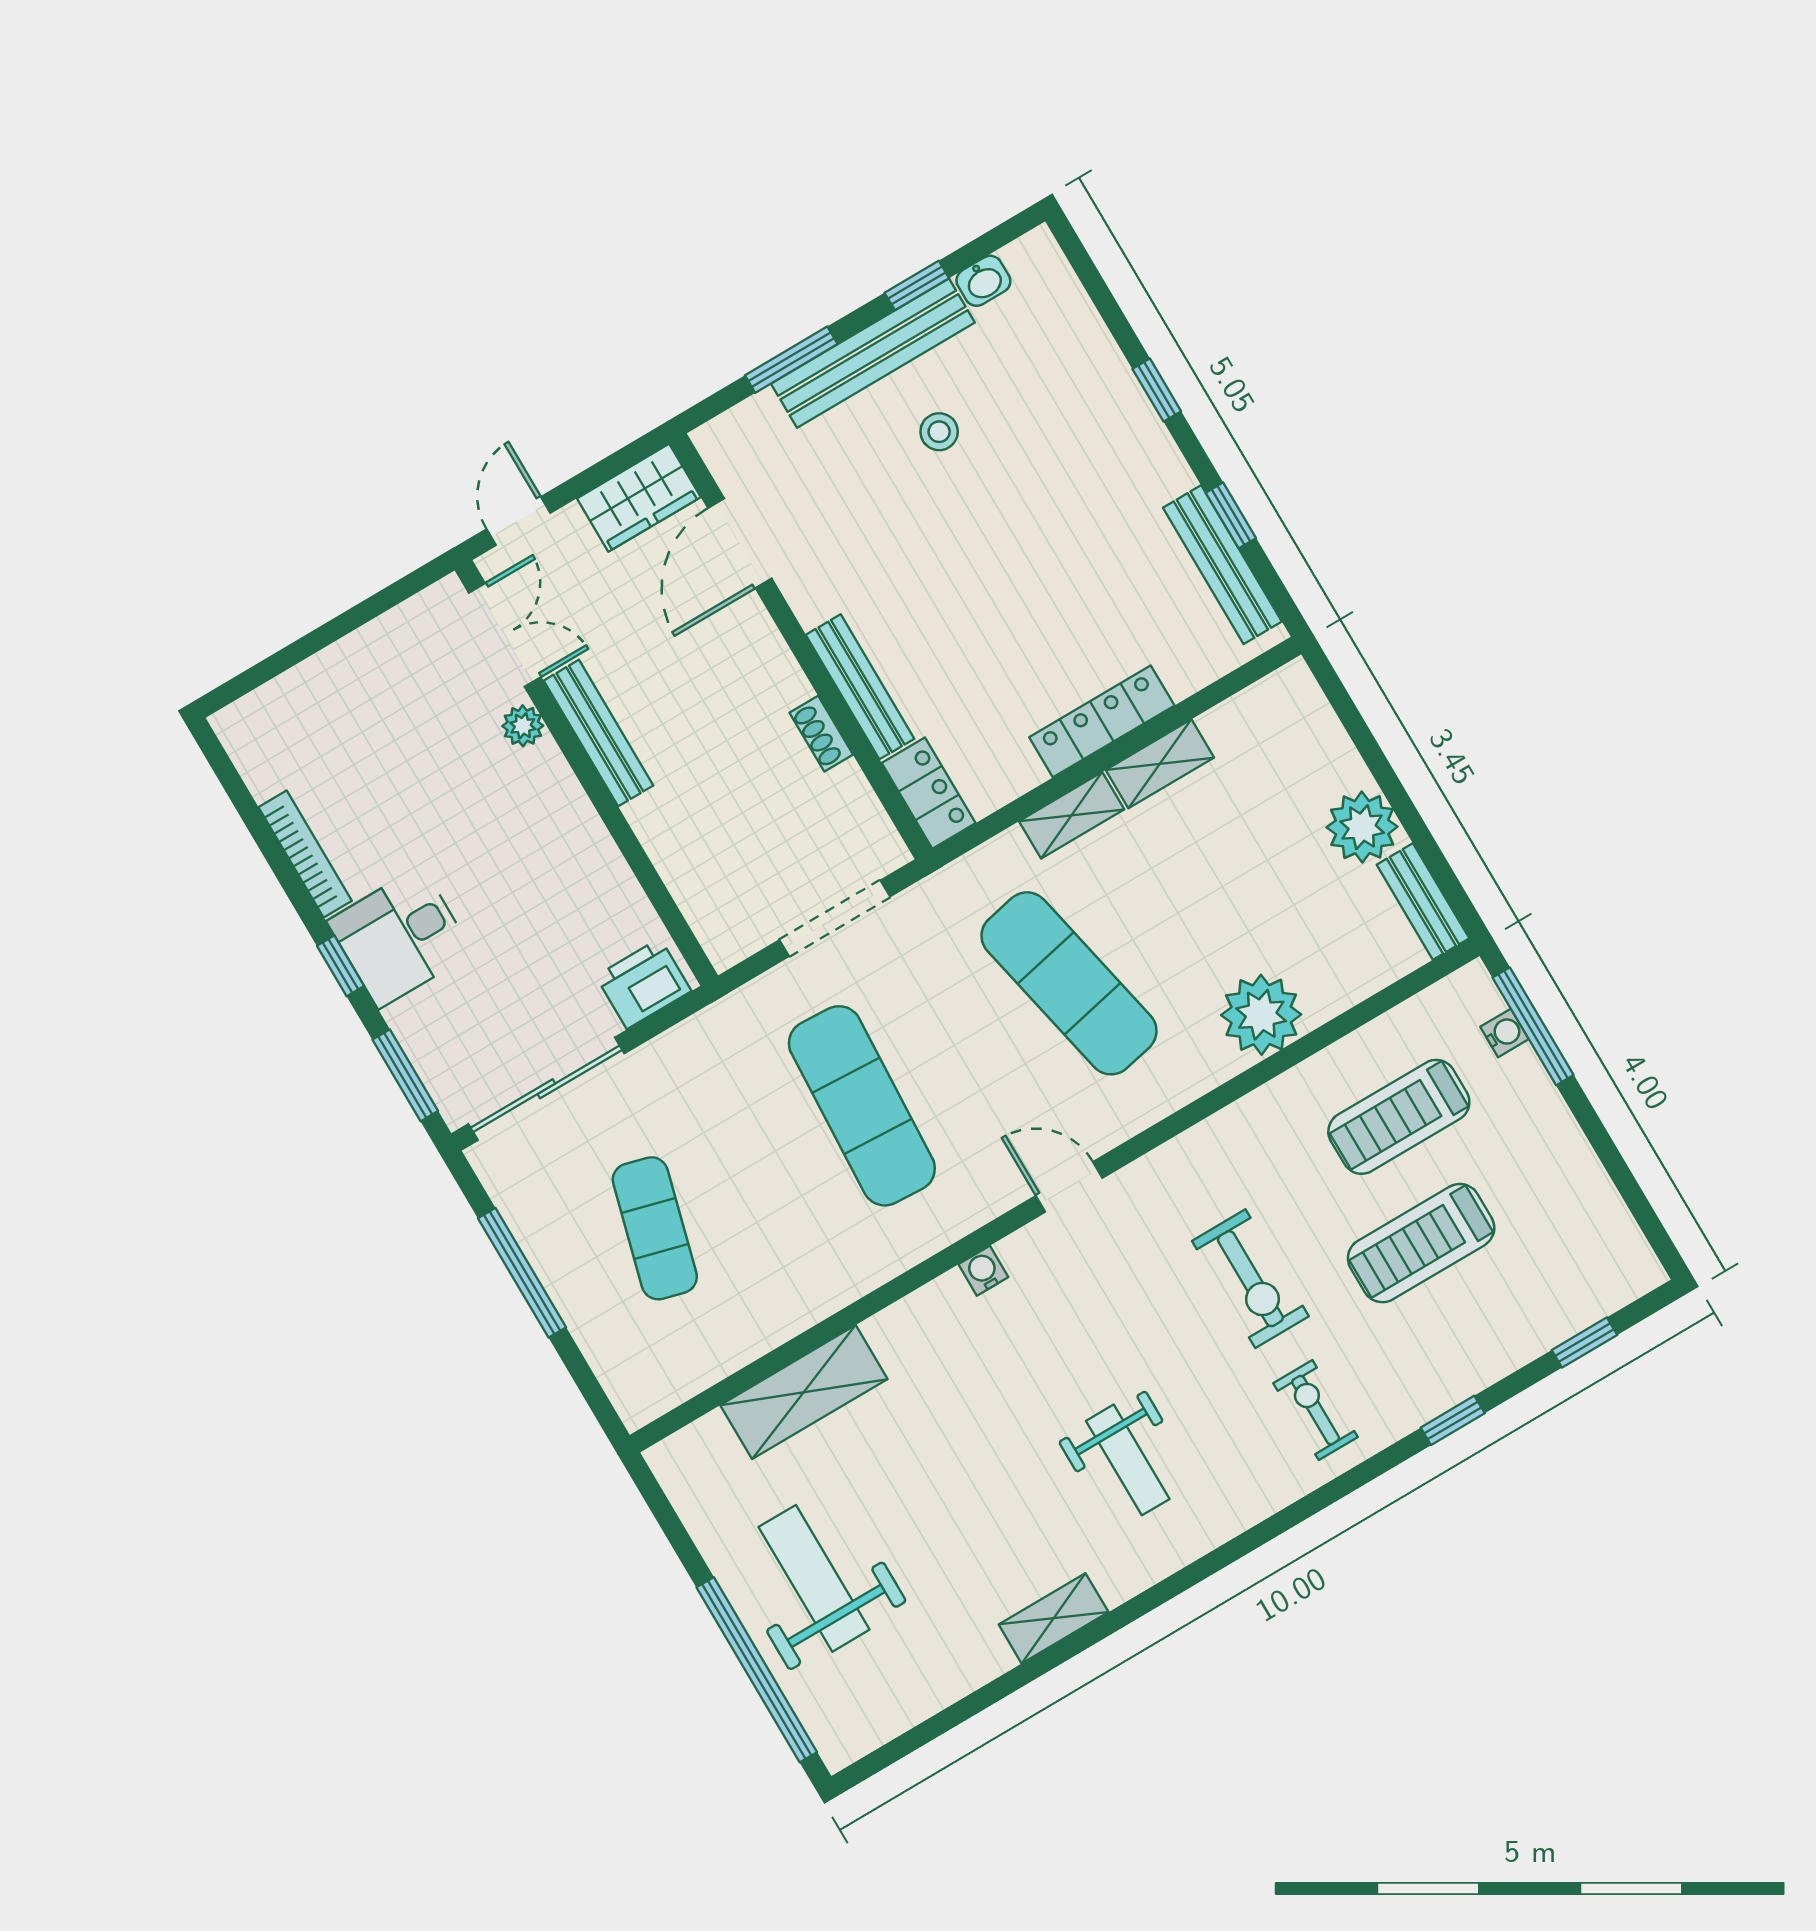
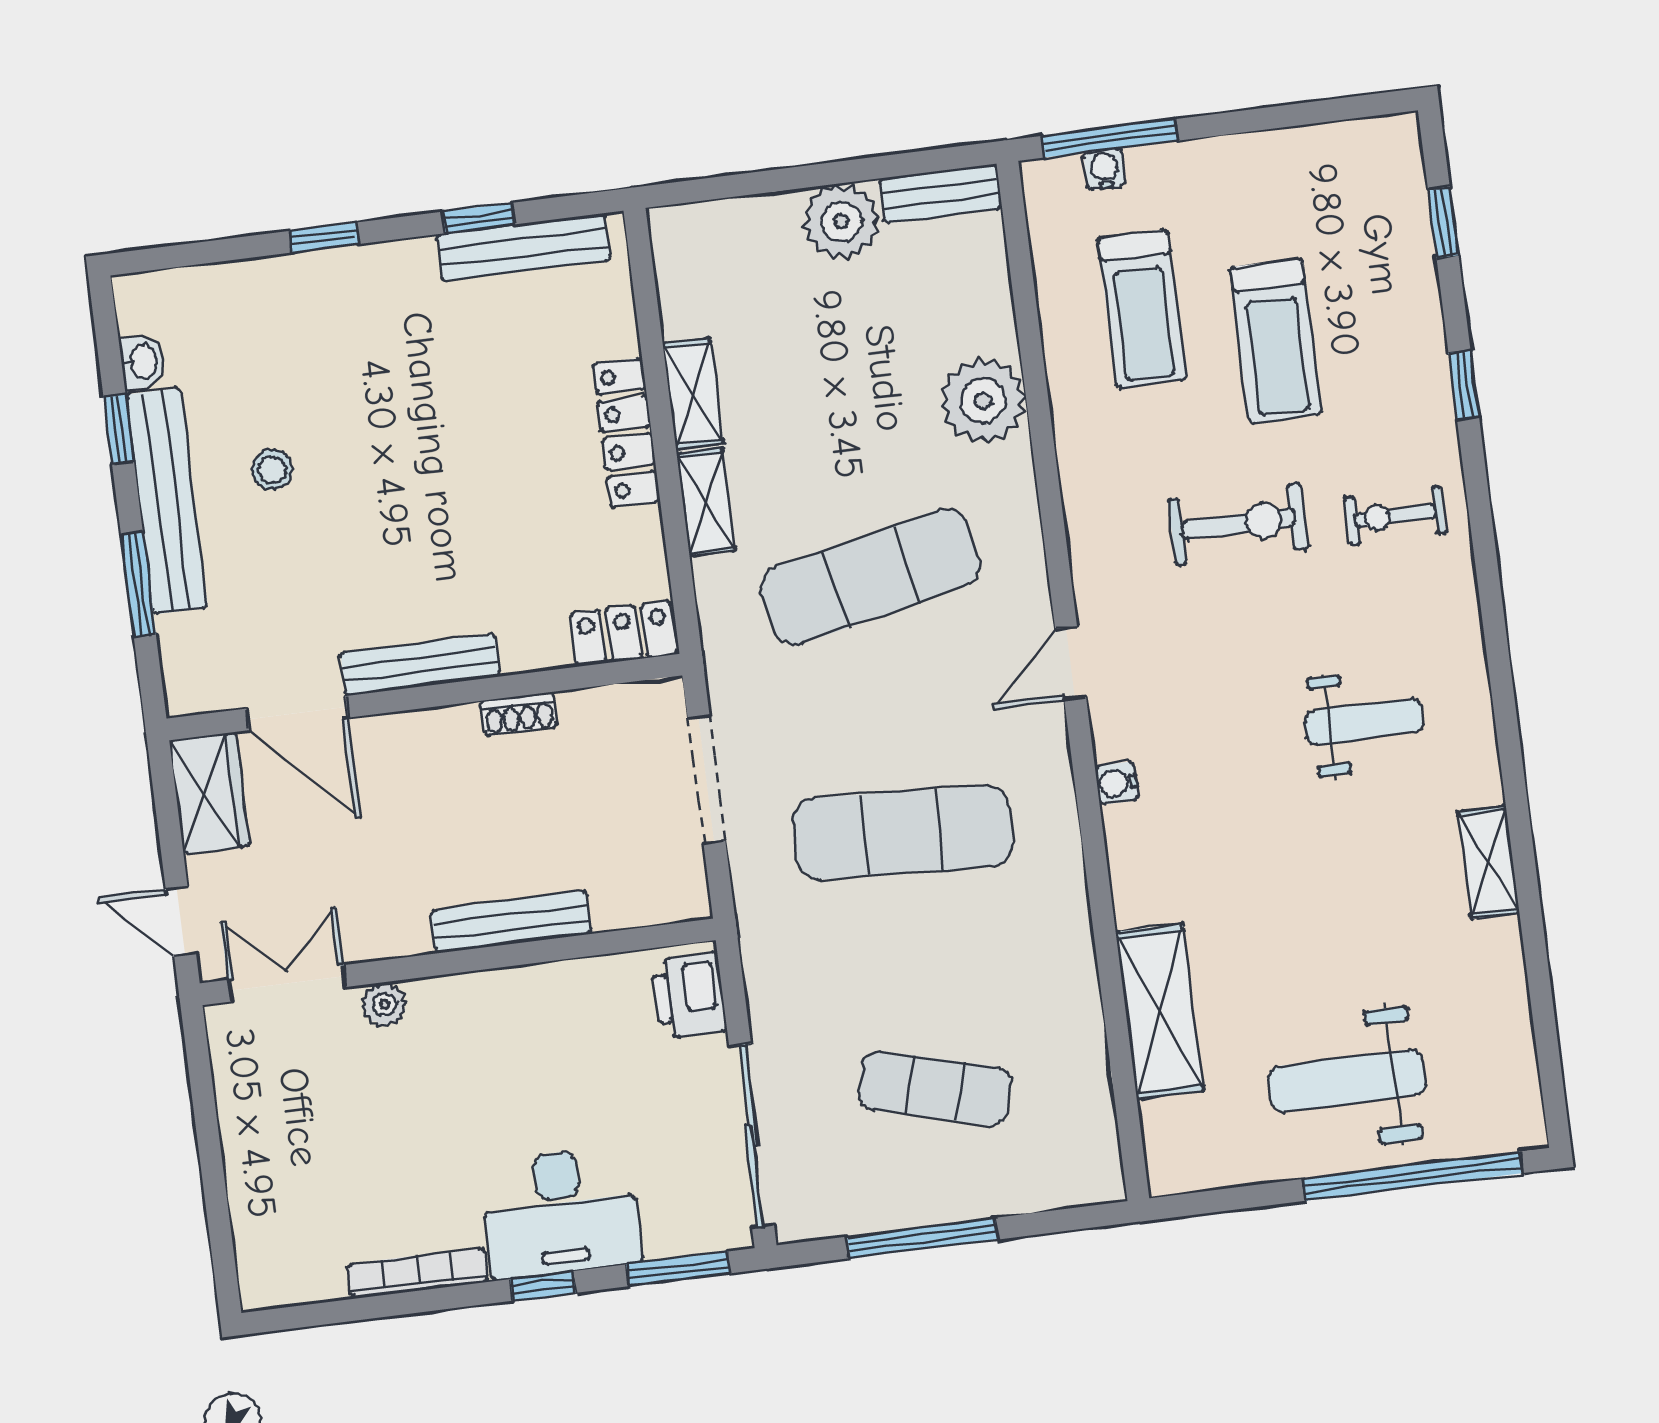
bench: (860, 687) -> (420, 665), moved
bench: (598, 733) -> (511, 922), moved
desk: (400, 937) -> (560, 1213), width x1.37

